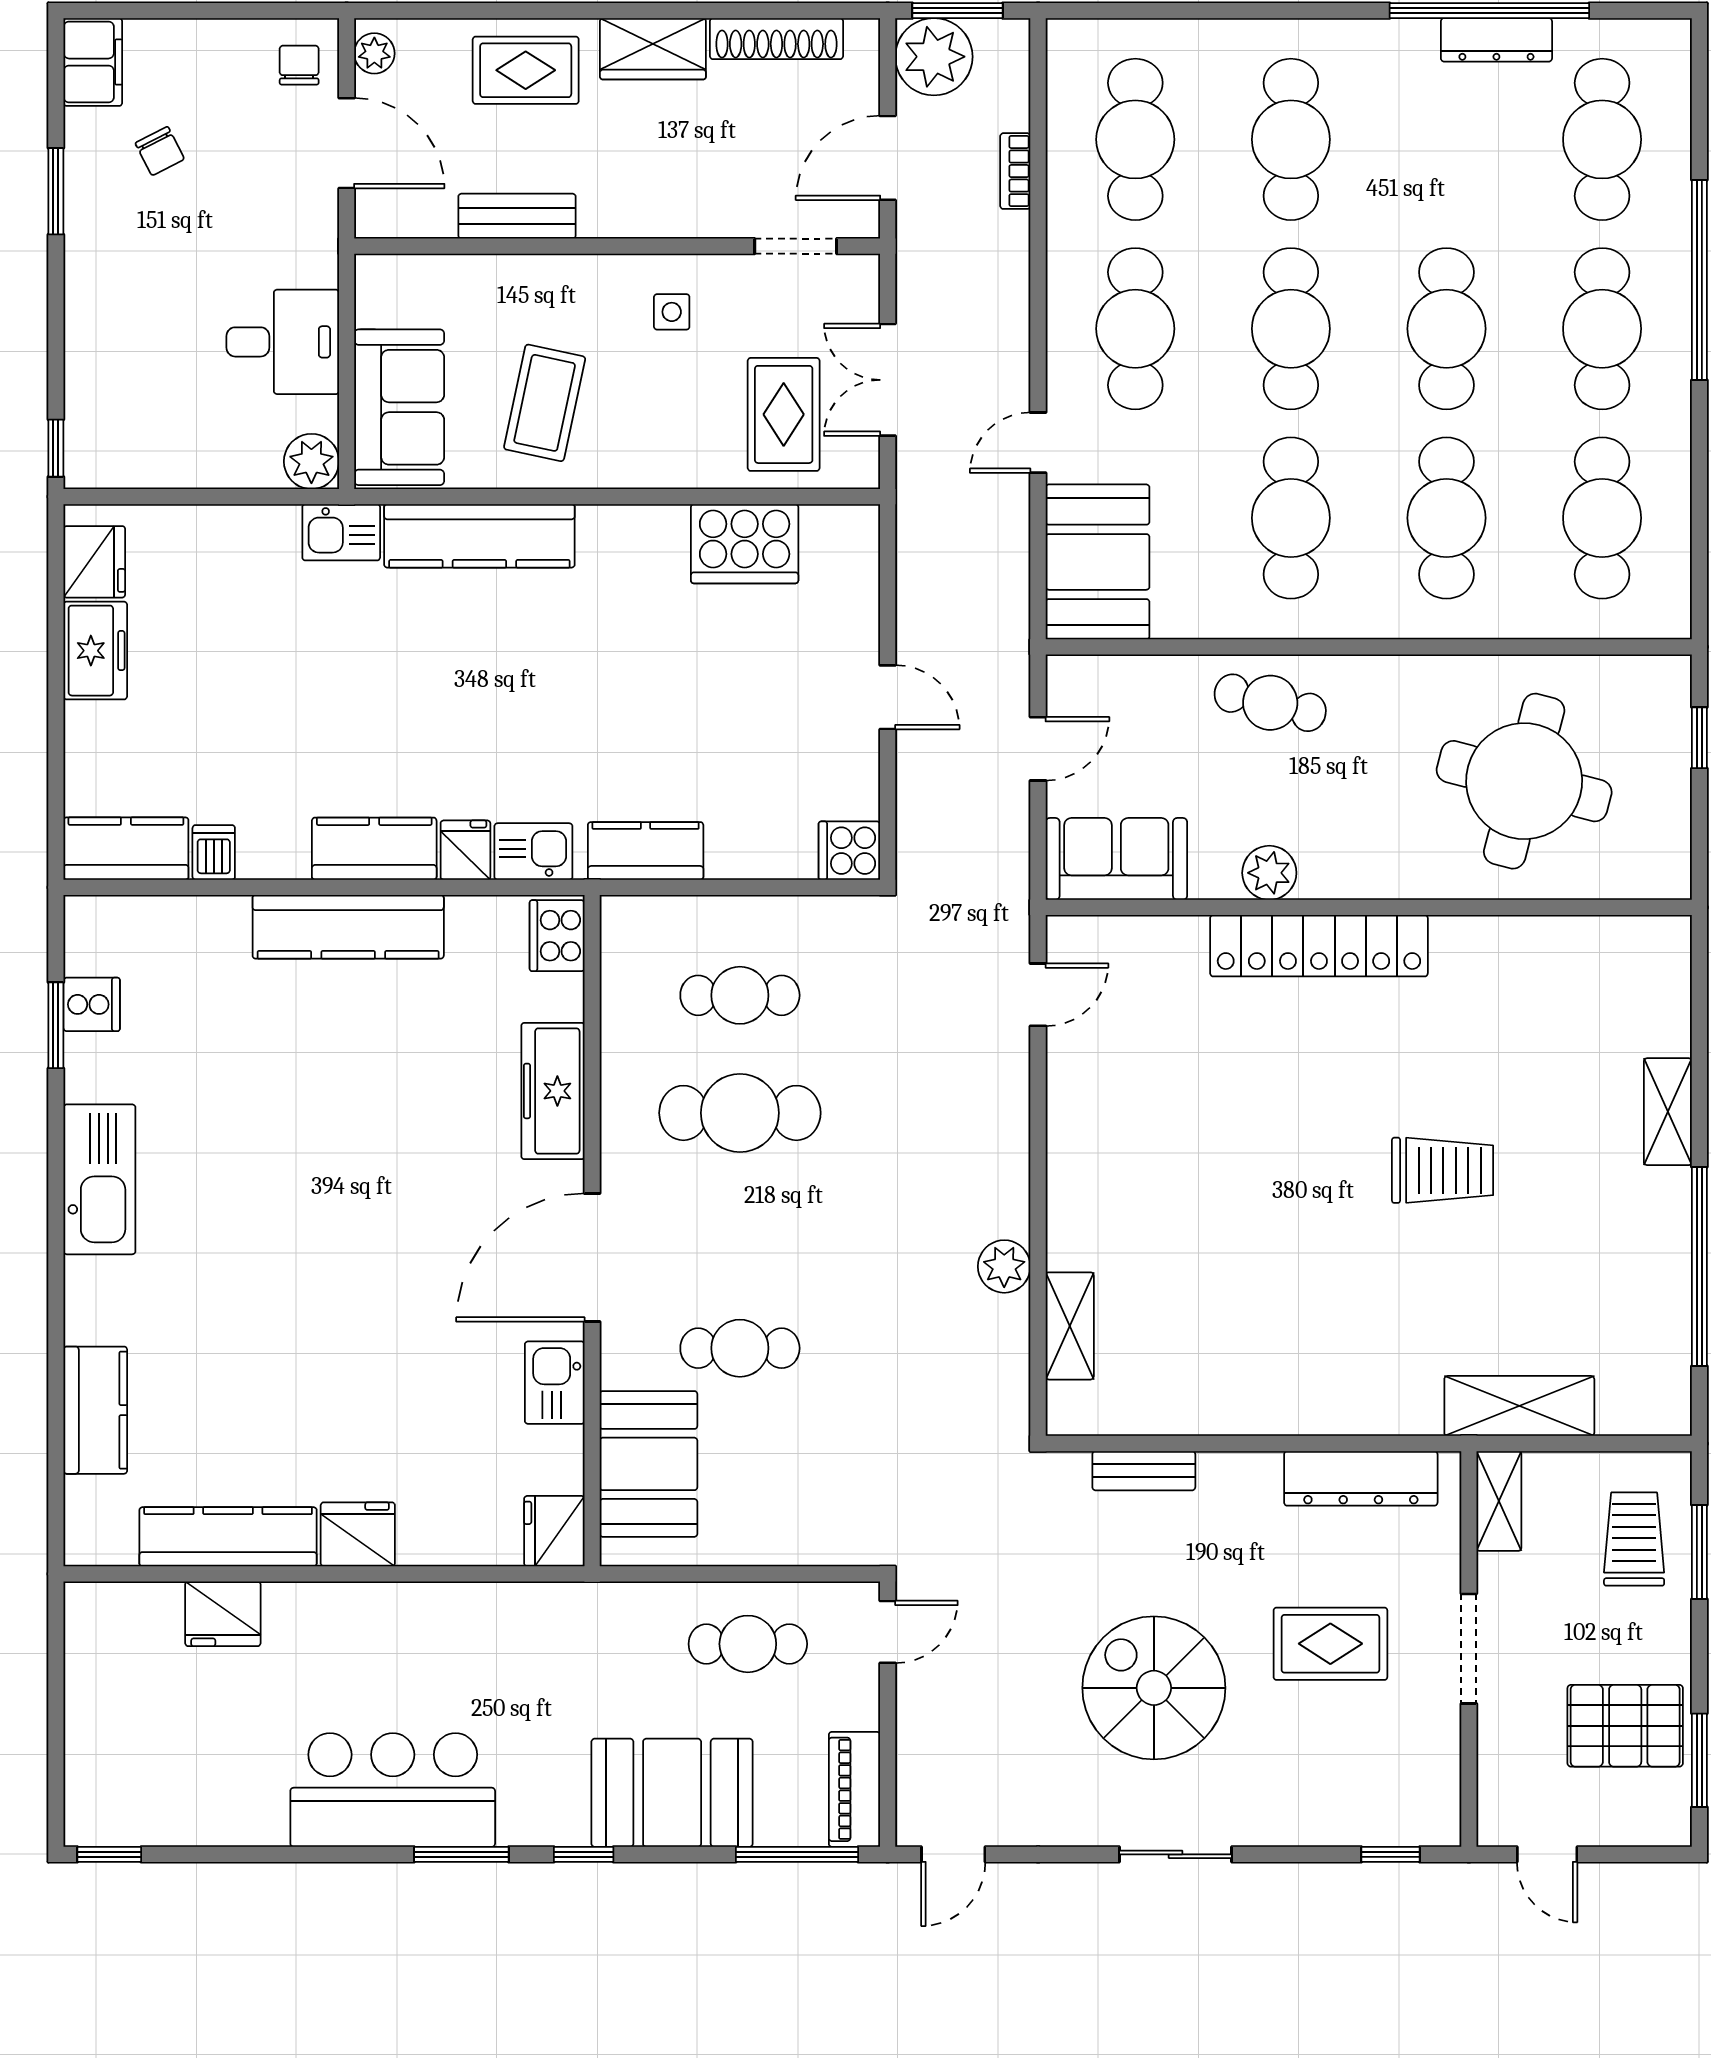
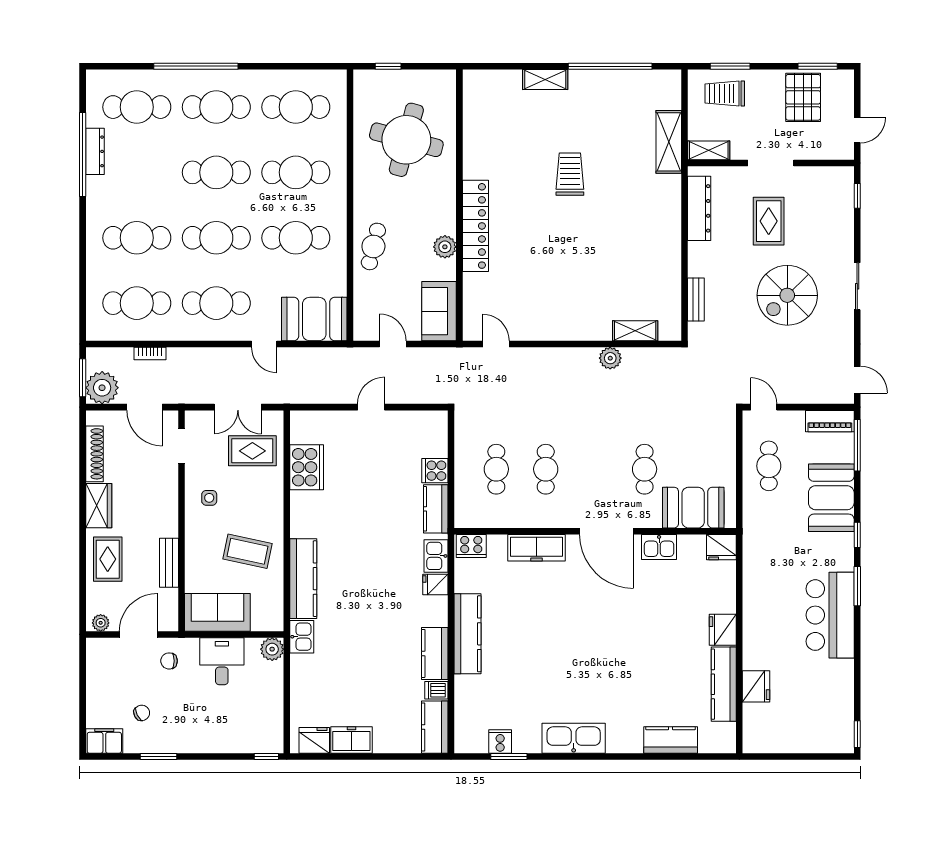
chair: (299, 65) -> (169, 661), moved
sofa: (399, 407) -> (217, 612), moved
kitchen counter: (374, 849) -> (435, 653), moved
cooker: (849, 851) -> (435, 471), moved, turned 90
cafe table: (740, 1113) -> (546, 469), width x0.73, depth x0.74

